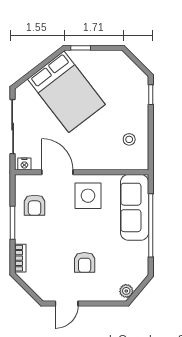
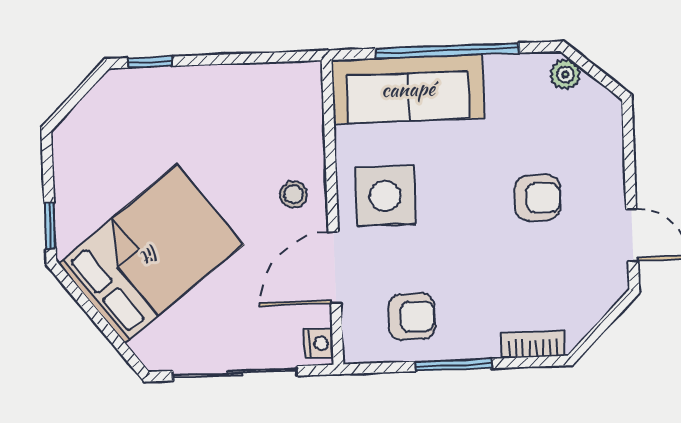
stool: (129, 139) -> (294, 194), moved
plant: (126, 291) -> (565, 75), moved

